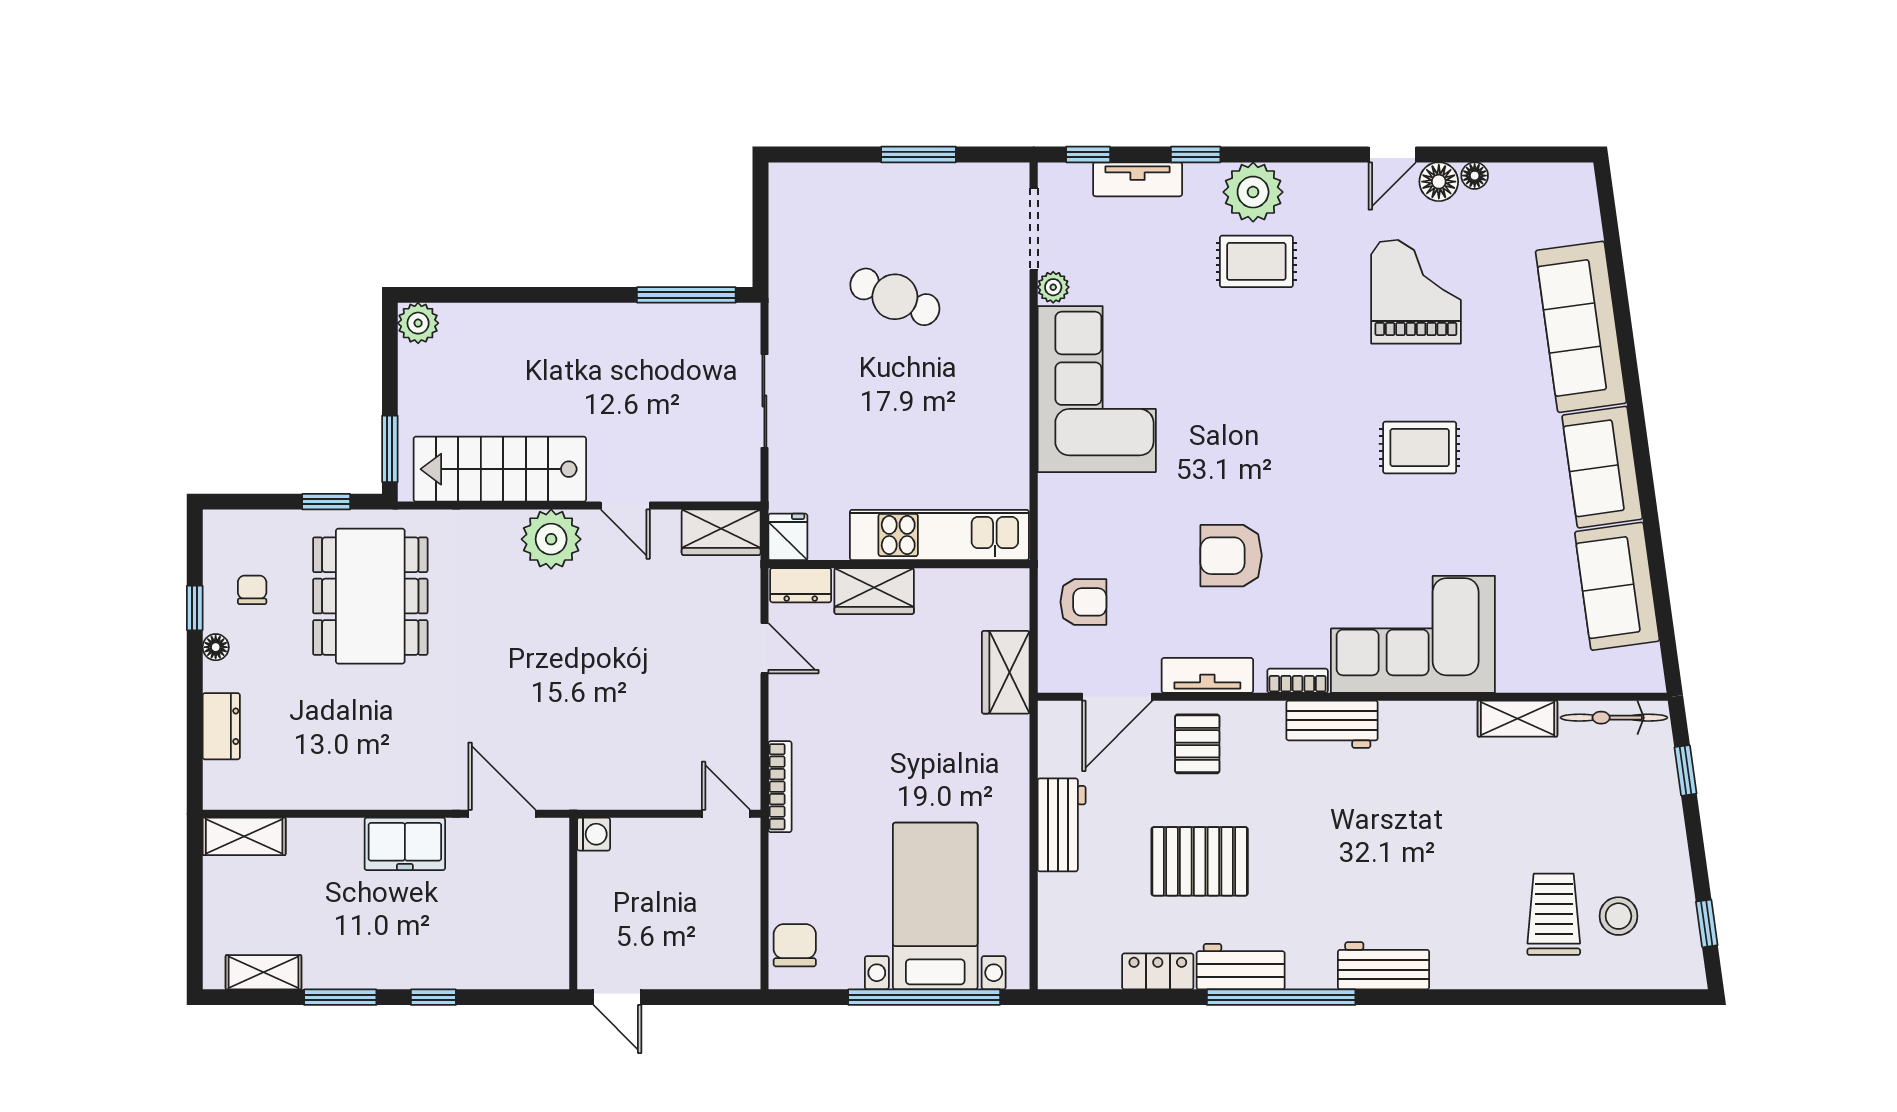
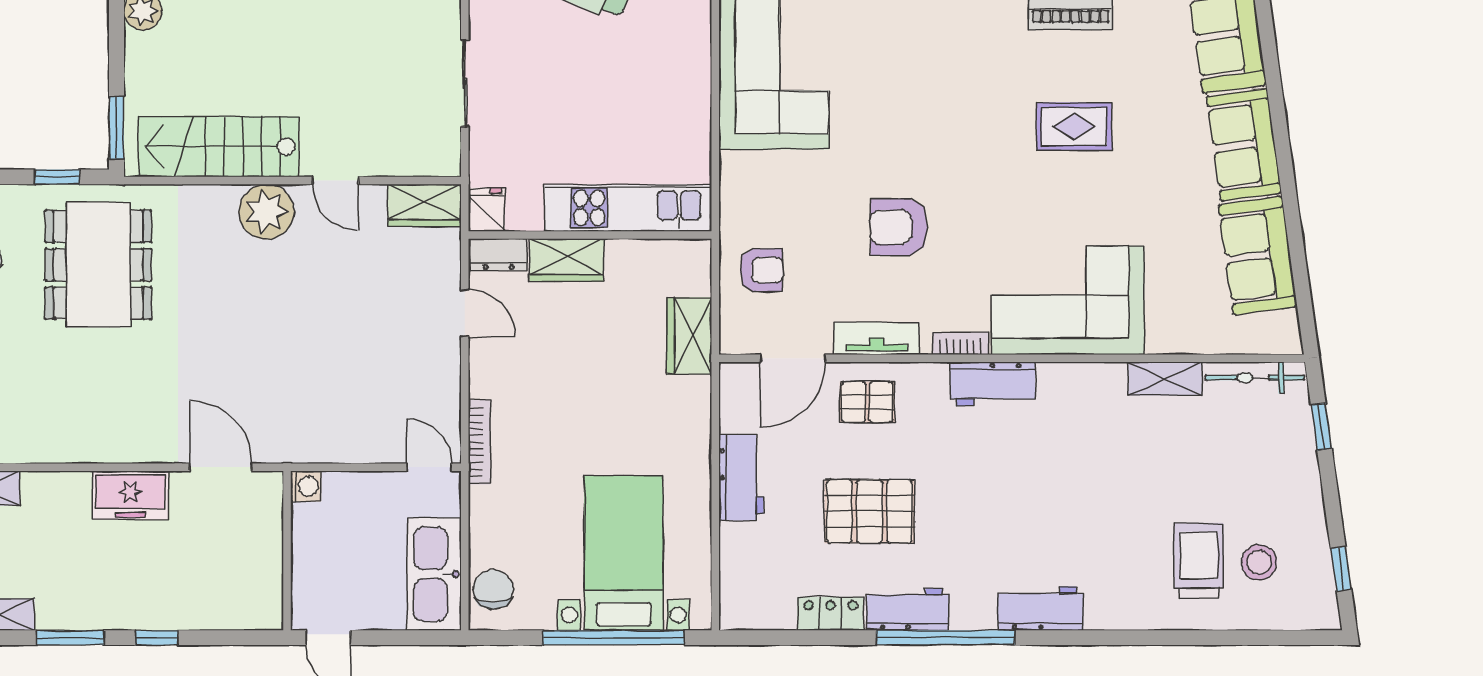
pallet: (1197, 744) -> (867, 402), turned 90
kitchen sink: (731, 929) -> (434, 574), added

